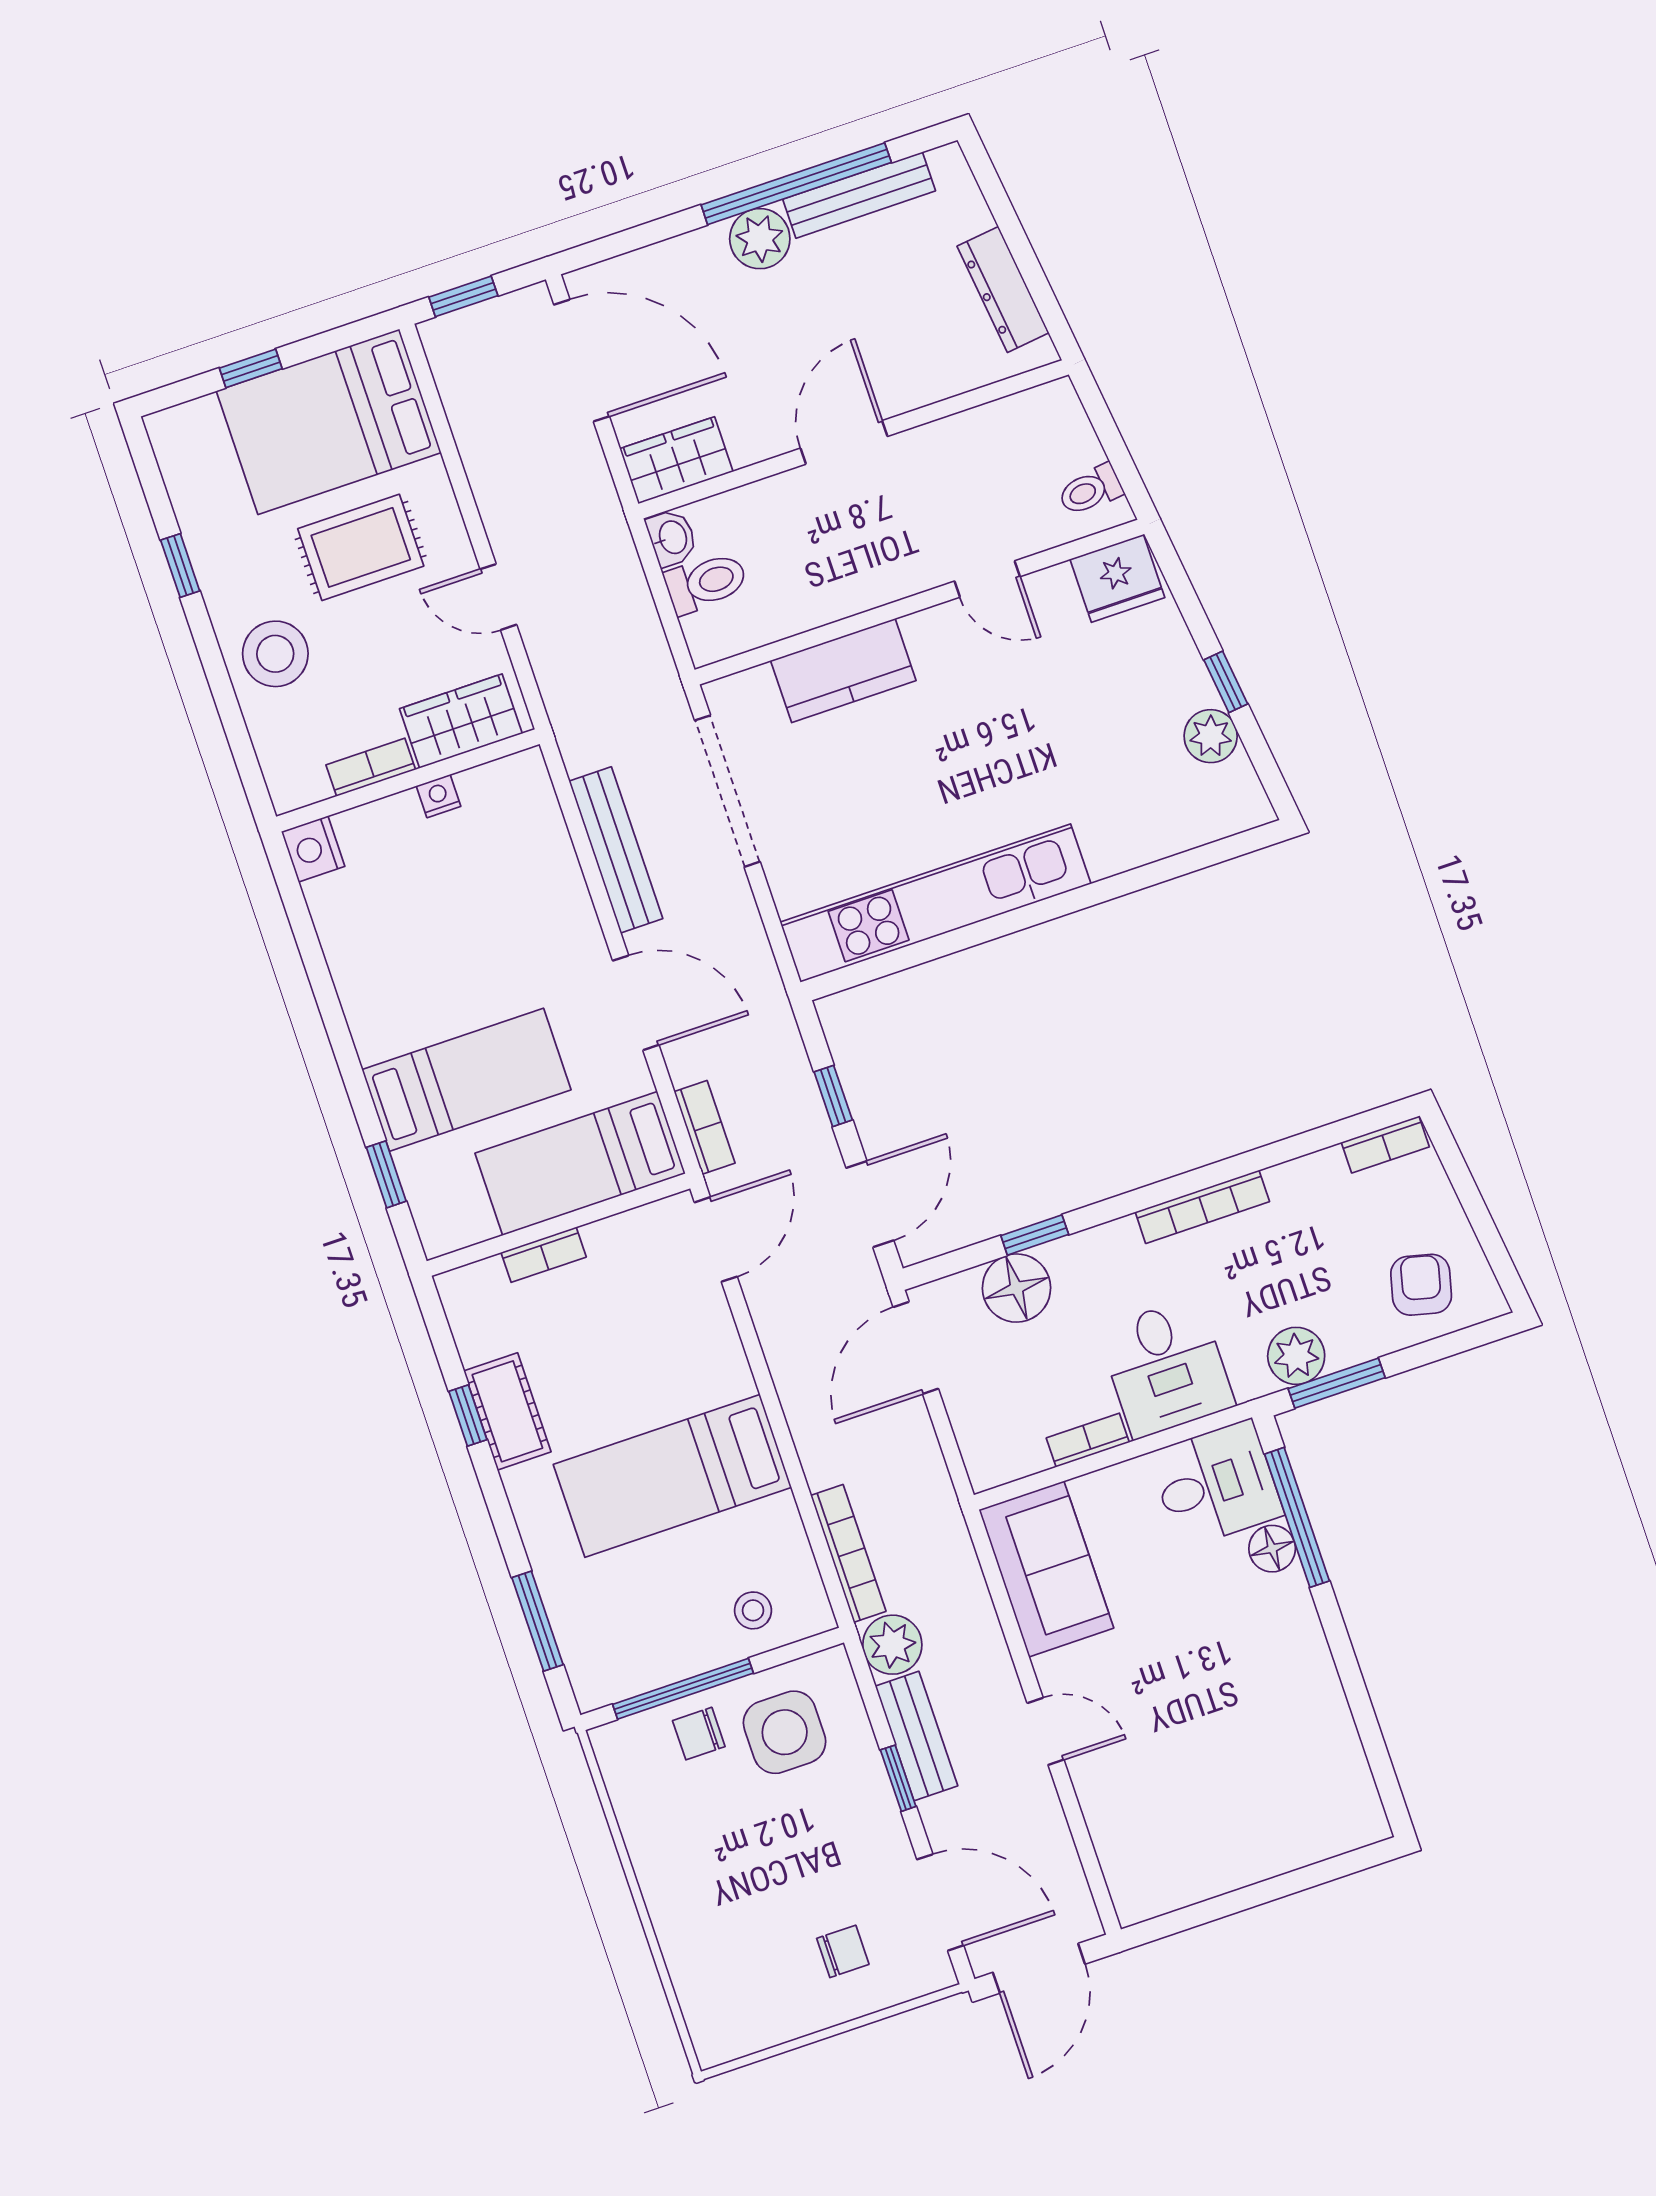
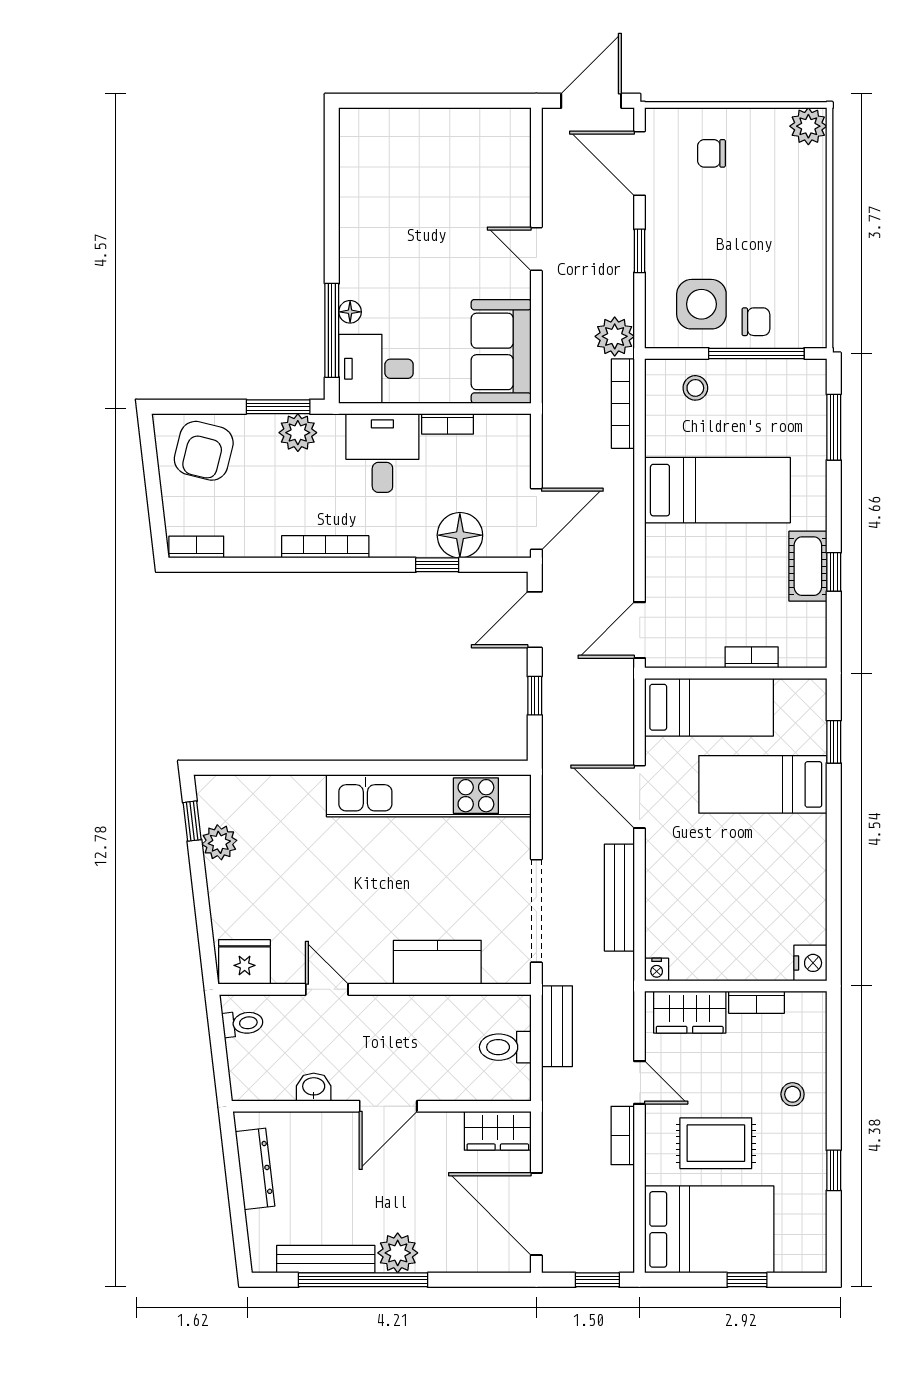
washbasin: (672, 538) -> (314, 1087), moved, turned 90
stool: (275, 654) -> (793, 1094), width x0.53, depth x0.53
window: (1226, 682) -> (192, 821), moved
nightstand: (439, 796) -> (657, 970), moved
bookcase: (705, 1127) -> (623, 1136), moved
armchair: (1421, 1285) -> (204, 451), width x1.38, depth x1.38
floor lamp: (1272, 1549) -> (350, 312), width x0.73, depth x0.73
bench: (916, 1736) -> (557, 1026), moved
plant: (718, 2036) -> (808, 126), added

